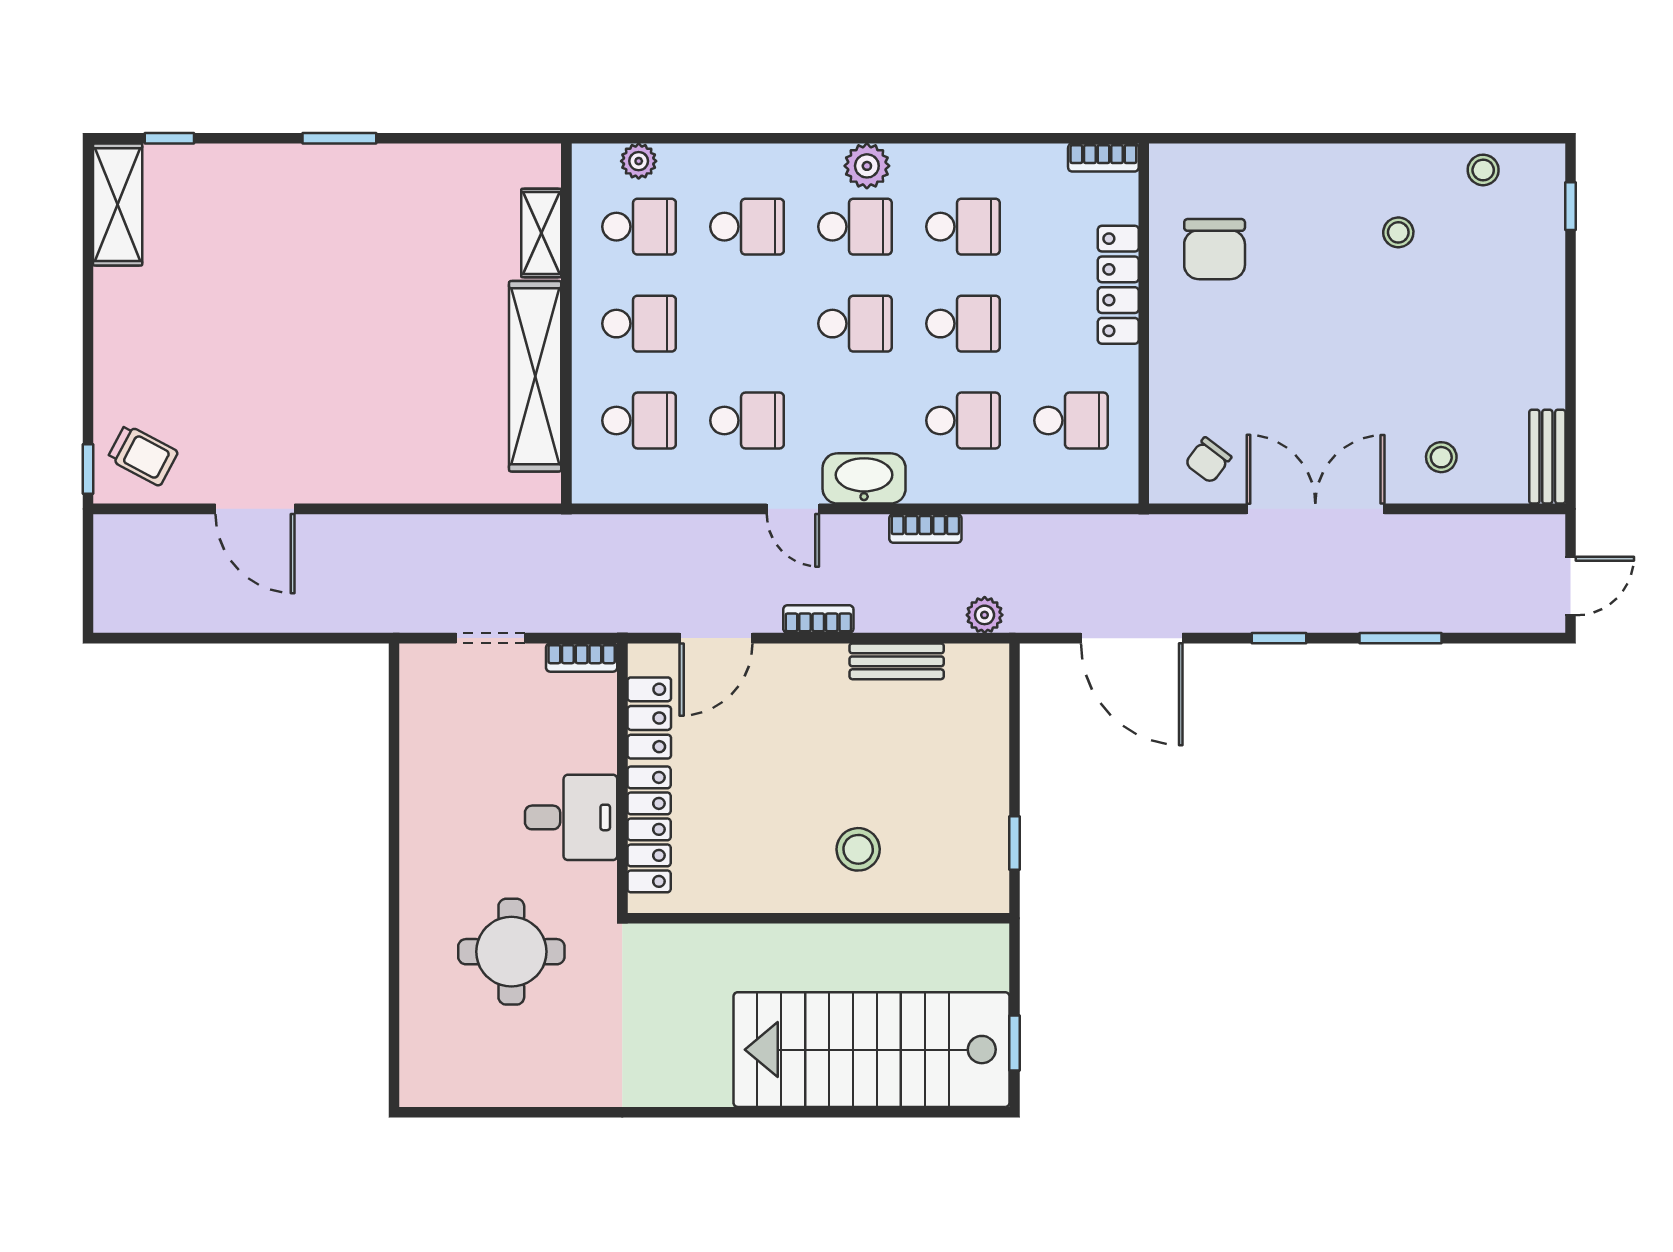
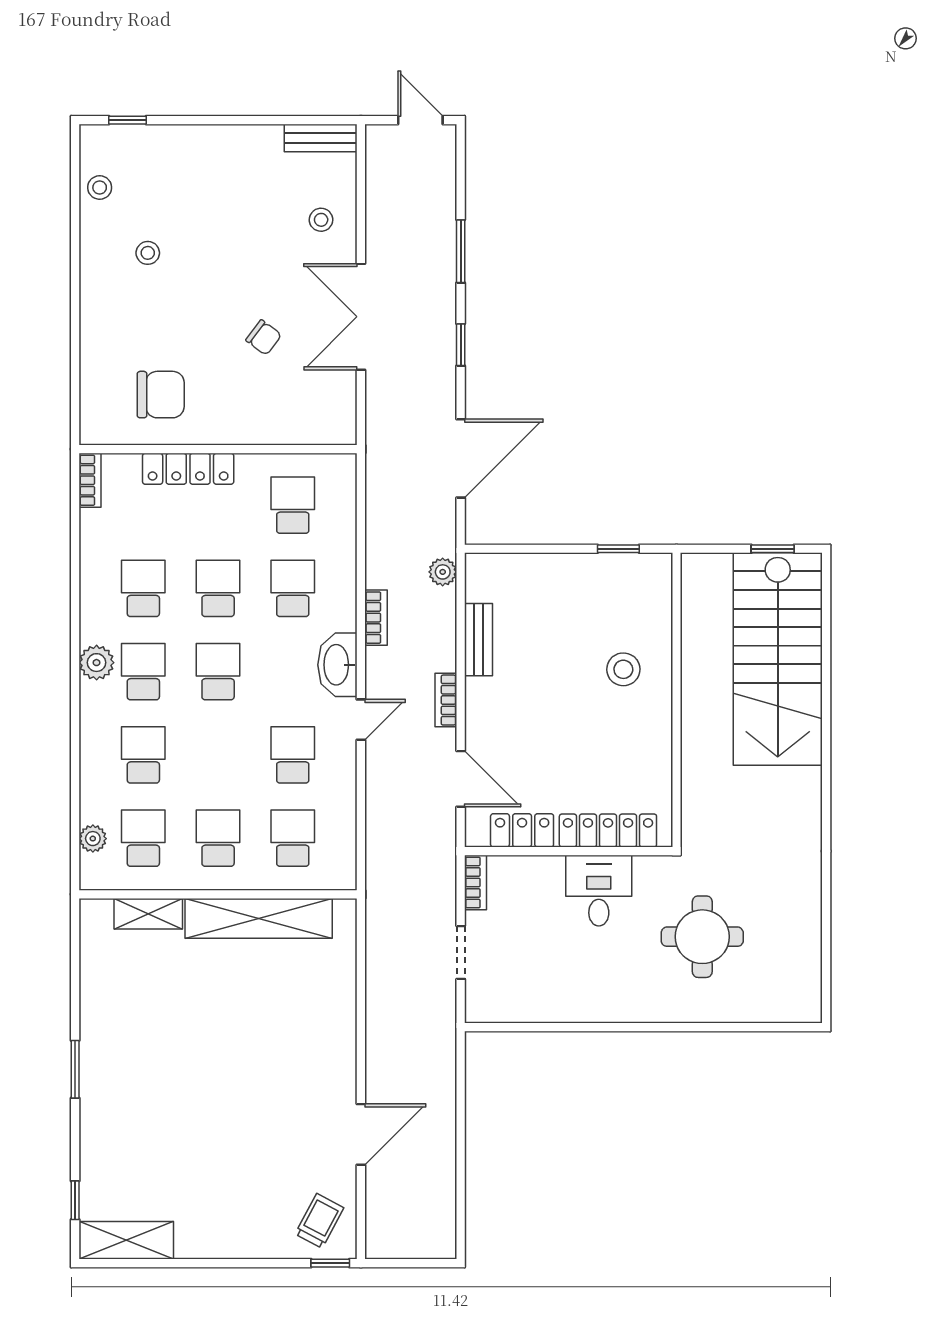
chair: (1208, 460) -> (264, 337), moved

